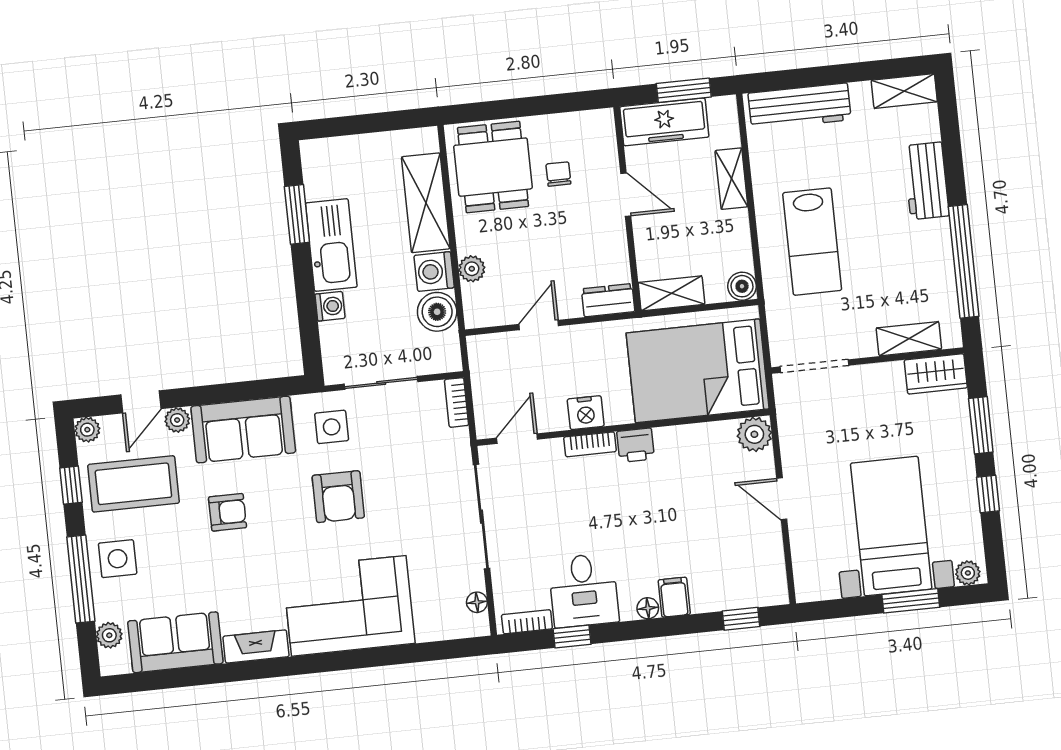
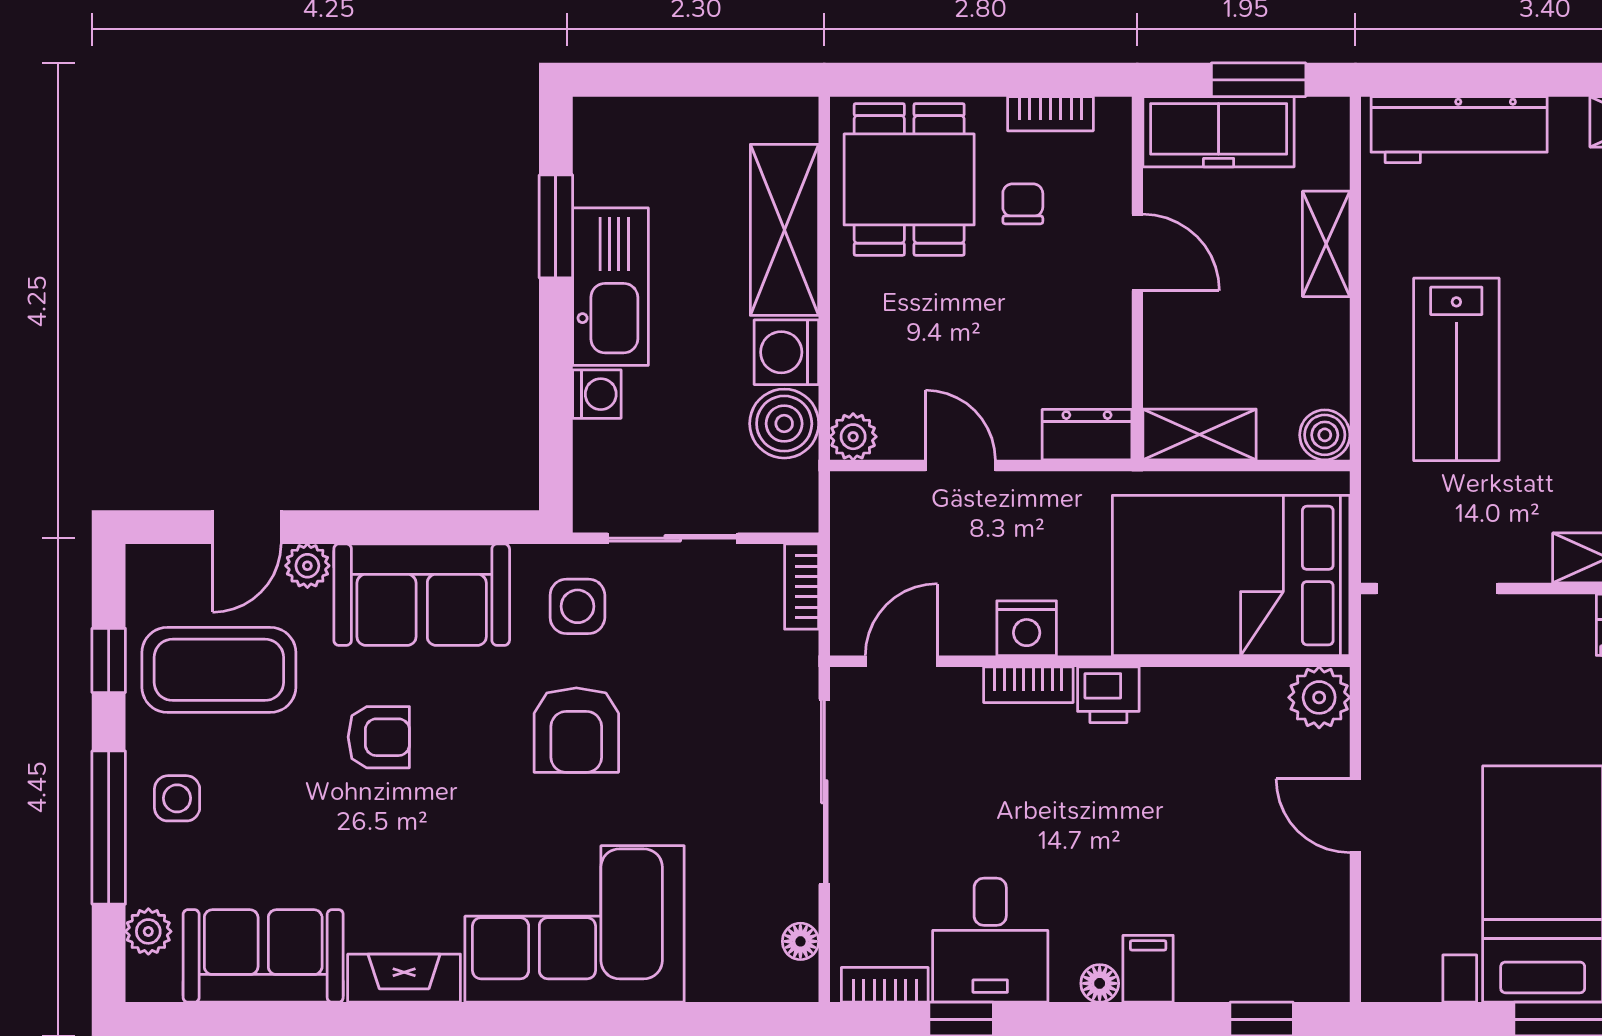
bookcase: (569, 122) -> (1050, 114), added
plant: (472, 269) -> (853, 437), moved
door: (539, 325) -> (960, 466), hinge flipped
plant: (87, 430) -> (148, 566), removed
side table: (118, 559) -> (177, 798), width x0.73, depth x0.73

